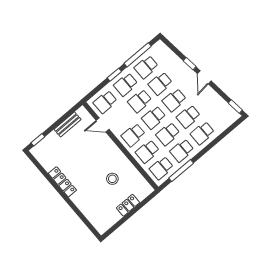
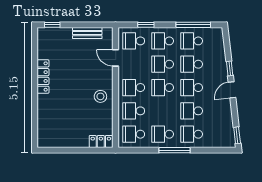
window: (114, 75) -> (146, 25), moved
school desk: (168, 134) -> (163, 111), removed
window: (181, 171) -> (175, 150), moved
stool: (112, 179) -> (100, 96), moved
locker: (128, 205) -> (101, 141), moved

